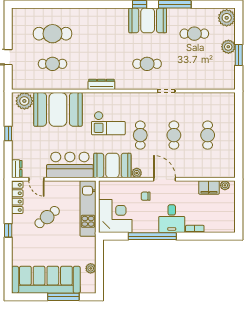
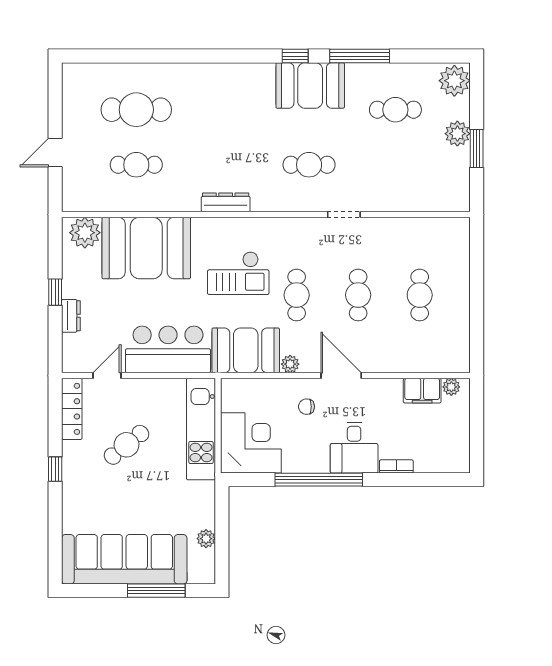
dresser: (17, 169) -> (71, 316), moved
door: (36, 179) -> (107, 376), swing flipped

